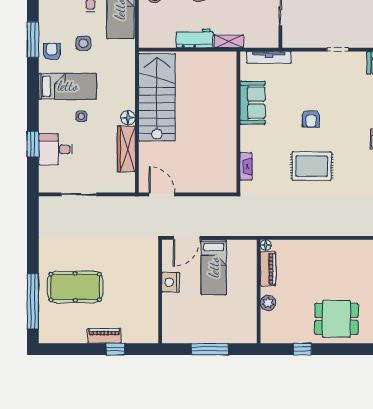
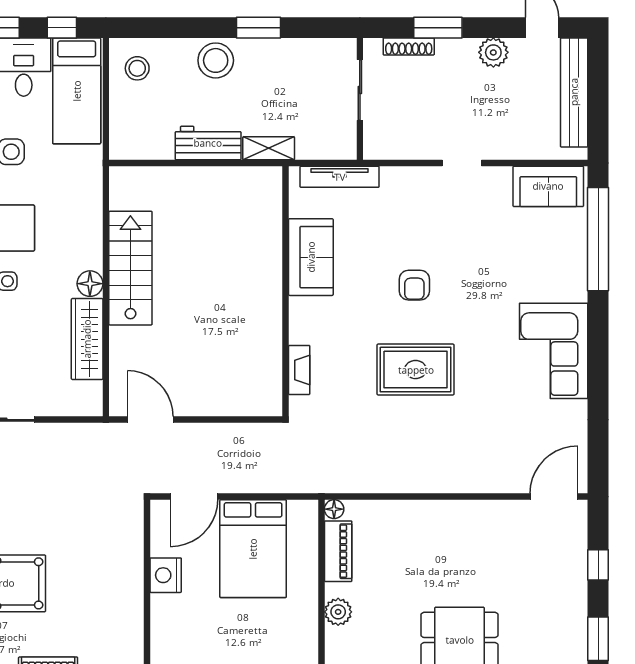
stairs: (157, 97) -> (130, 268), width x0.73, depth x0.66
bed: (214, 267) -> (253, 549), width x1.50

